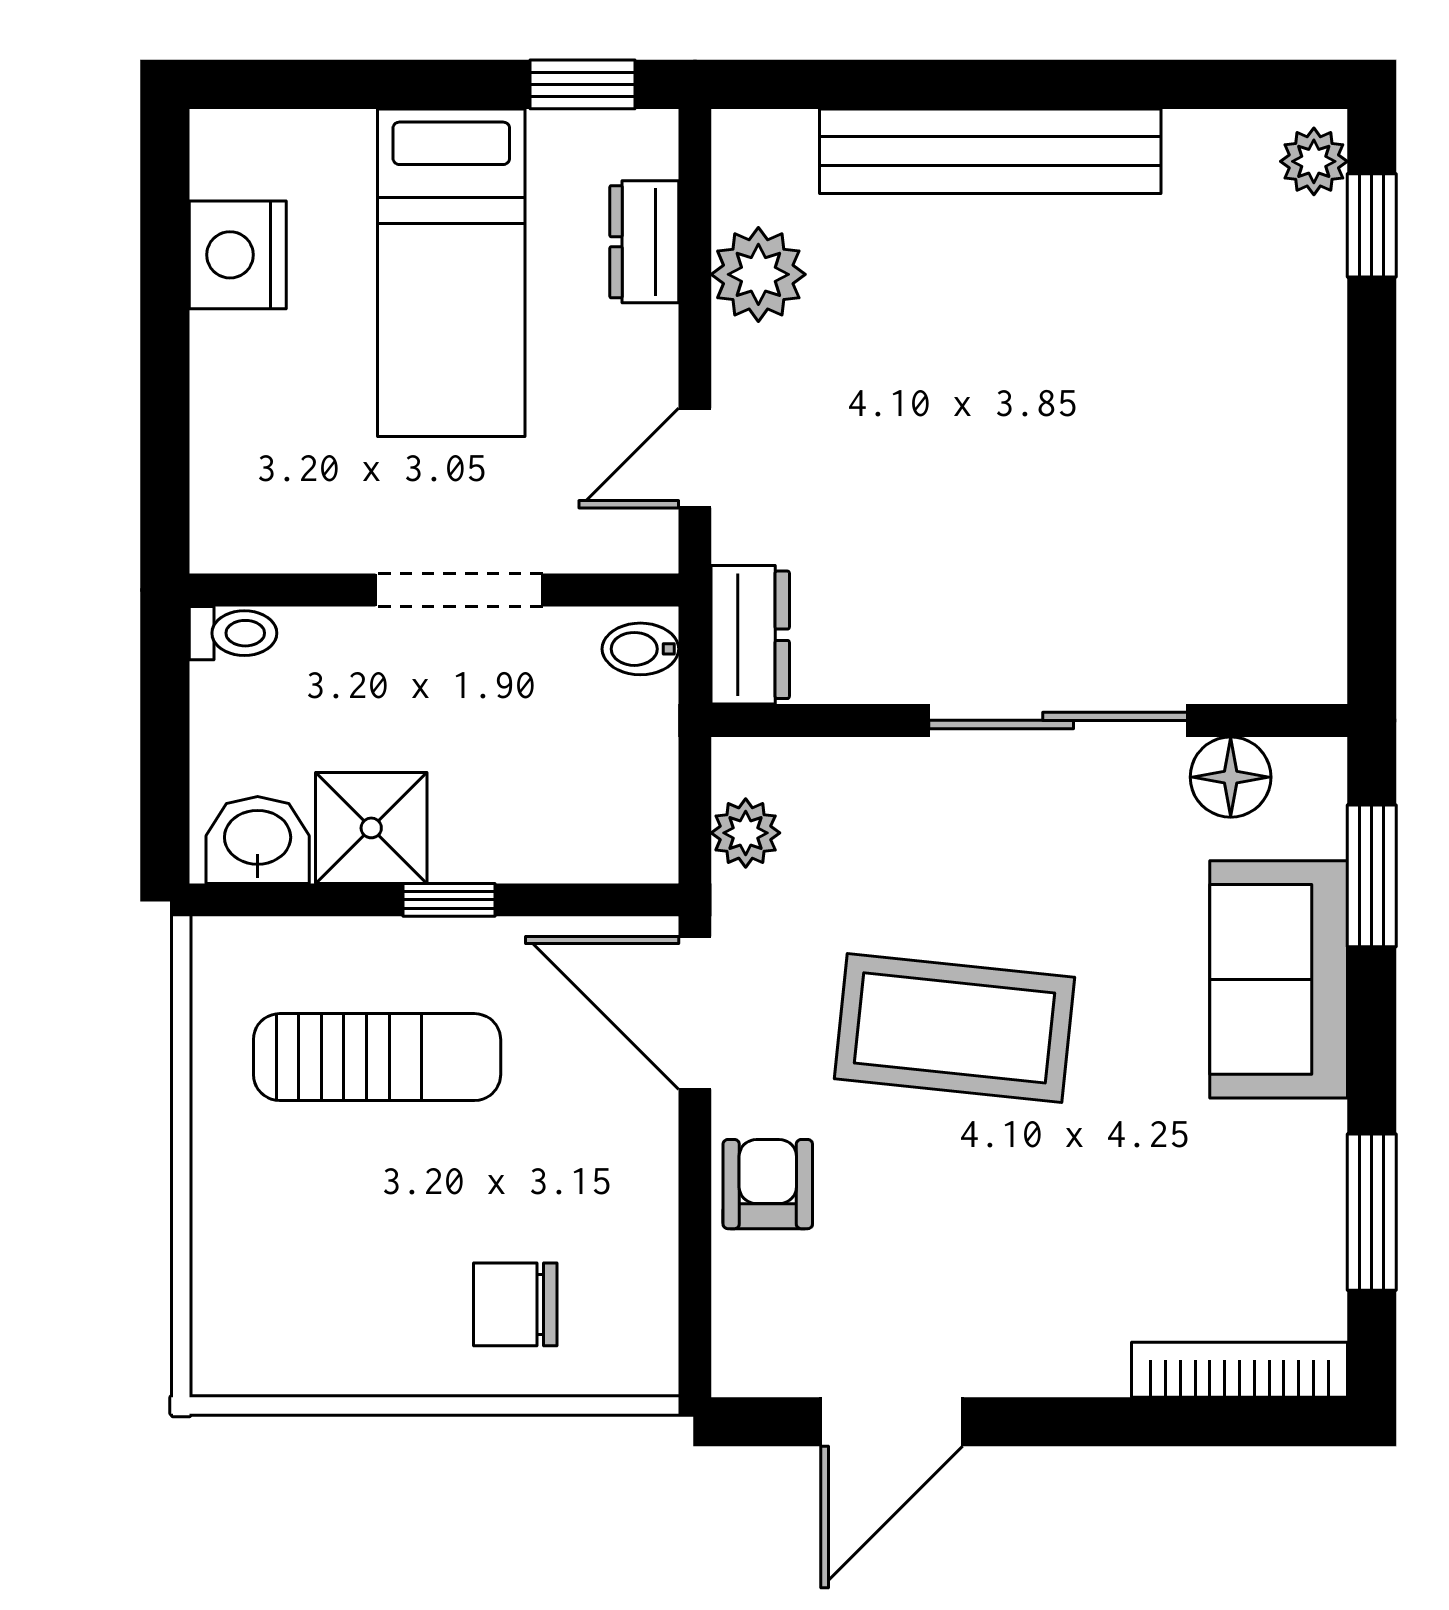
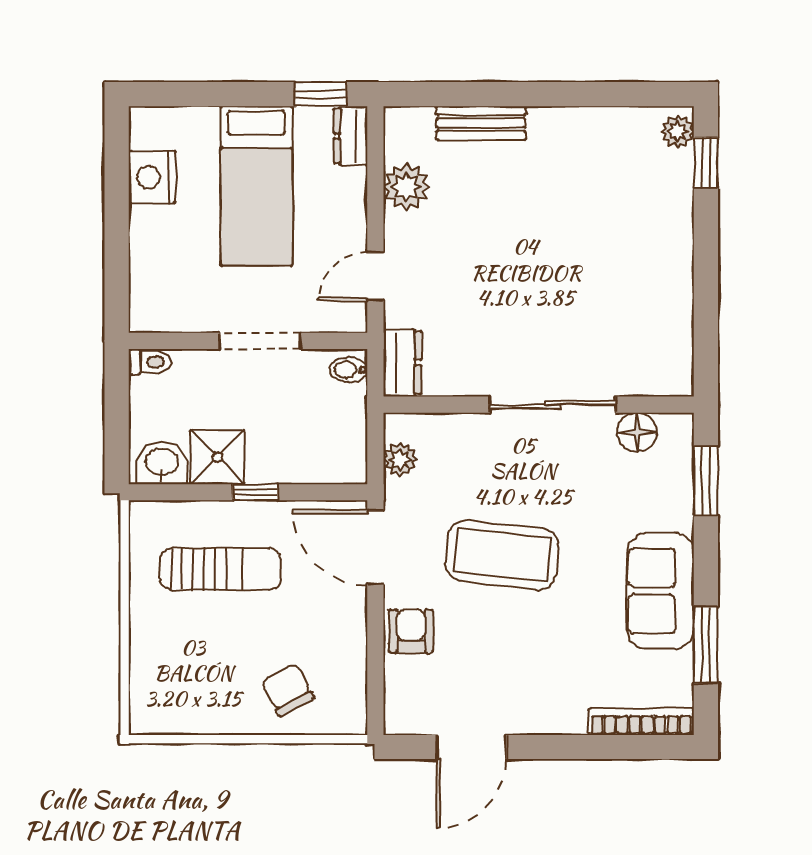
bench: (990, 151) -> (481, 123), width x0.54, depth x0.82
dresser: (644, 242) -> (351, 136), moved
sofa: (1279, 979) -> (660, 591), moved
chair: (515, 1304) -> (288, 690), turned 62

